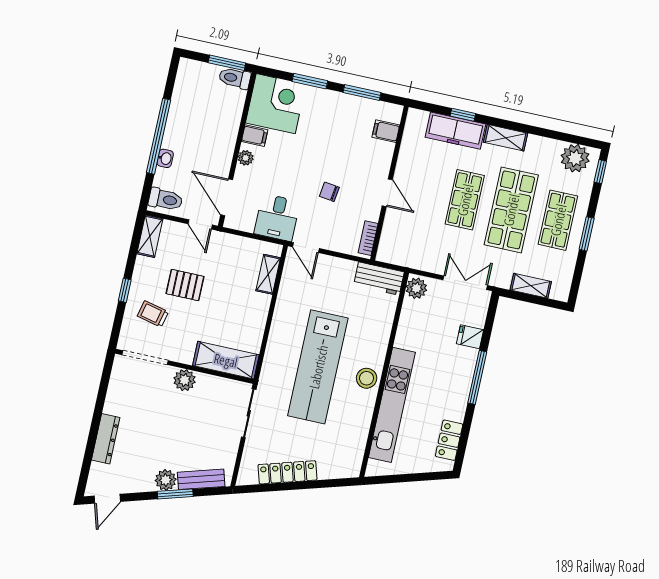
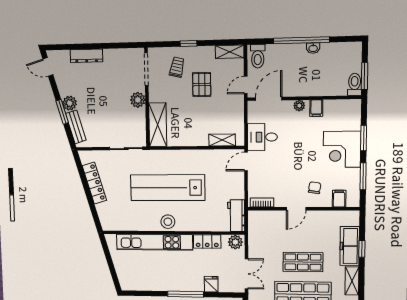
corner desk: (276, 104) -> (342, 149), moved, turned 90
washbasin: (165, 158) -> (313, 48), moved
chair: (329, 192) -> (315, 188), moved
locker: (449, 440) -> (207, 242), moved, turned 180

